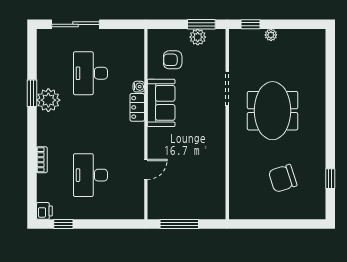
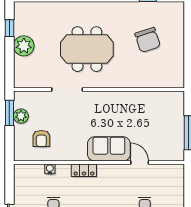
window: (251, 24) -> (9, 28), moved
plant: (271, 35) -> (24, 46), width x1.88, depth x1.88
water cooler: (139, 87) -> (50, 169), moved
sofa: (161, 103) -> (109, 149), moved

